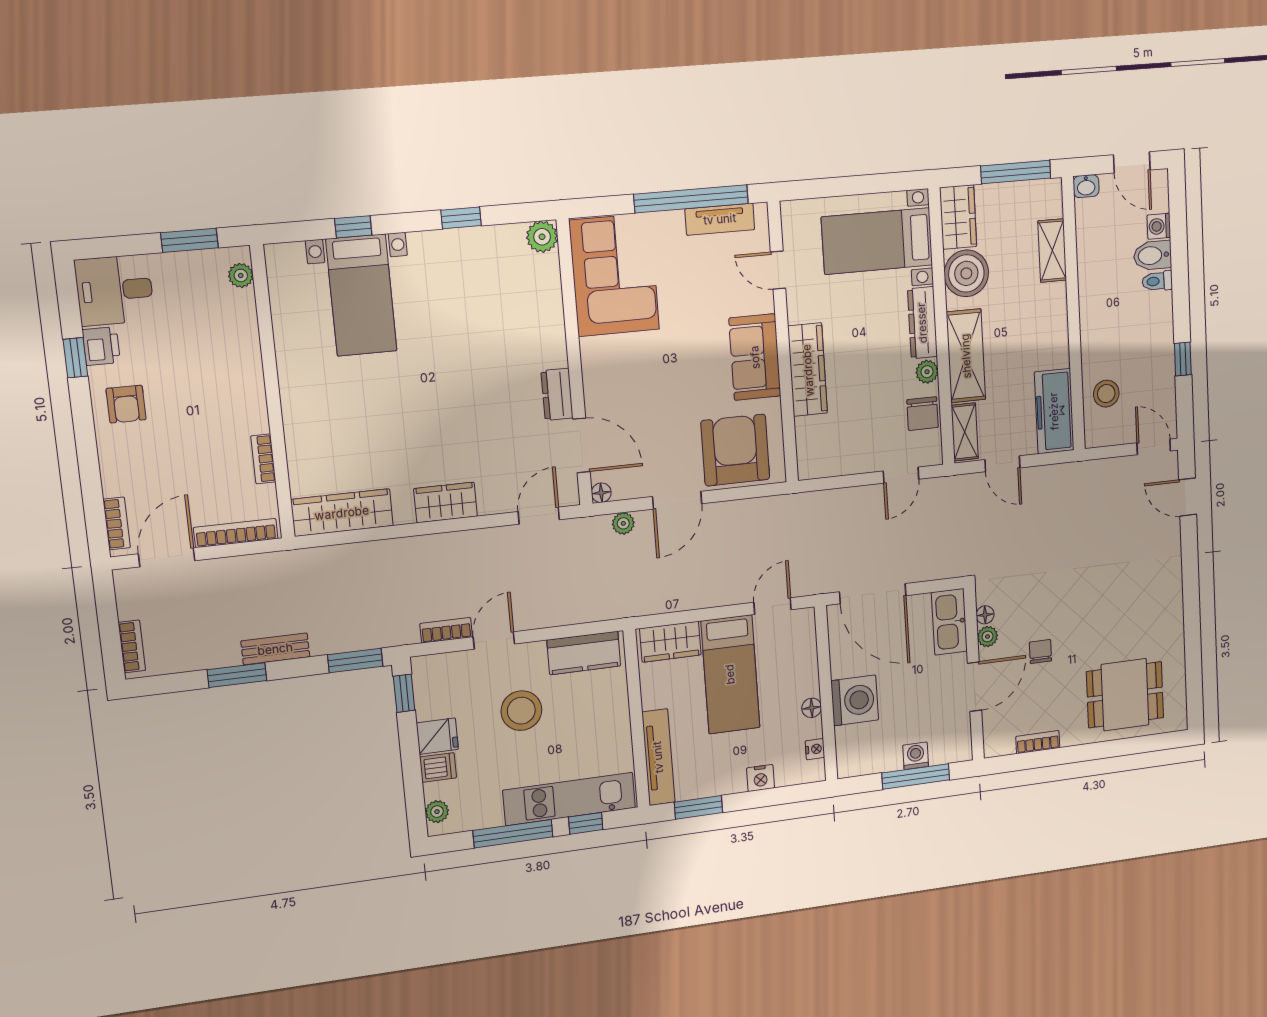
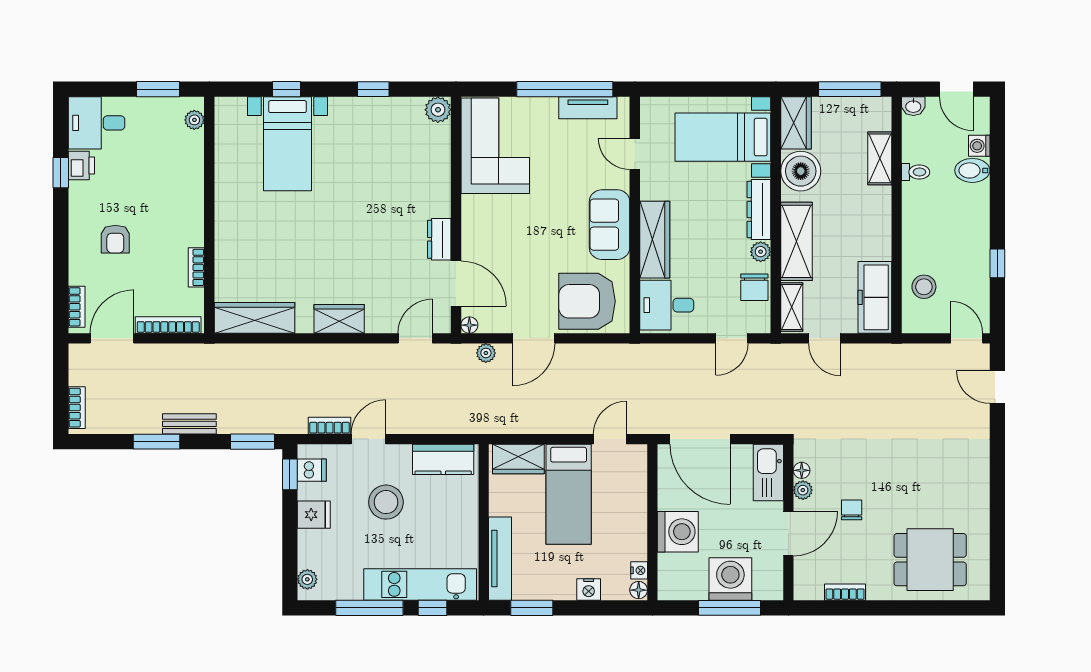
toilet: (1157, 281) -> (916, 172), moved, turned 180
armchair: (126, 404) -> (115, 239), moved
desk: (826, 445) -> (667, 305), added
armchair: (735, 450) -> (587, 301), turned -90
floor lamp: (812, 708) -> (639, 590), moved
washing machine: (916, 756) -> (730, 579), width x1.89, depth x1.89
dishwasher: (438, 767) -> (312, 470), moved

